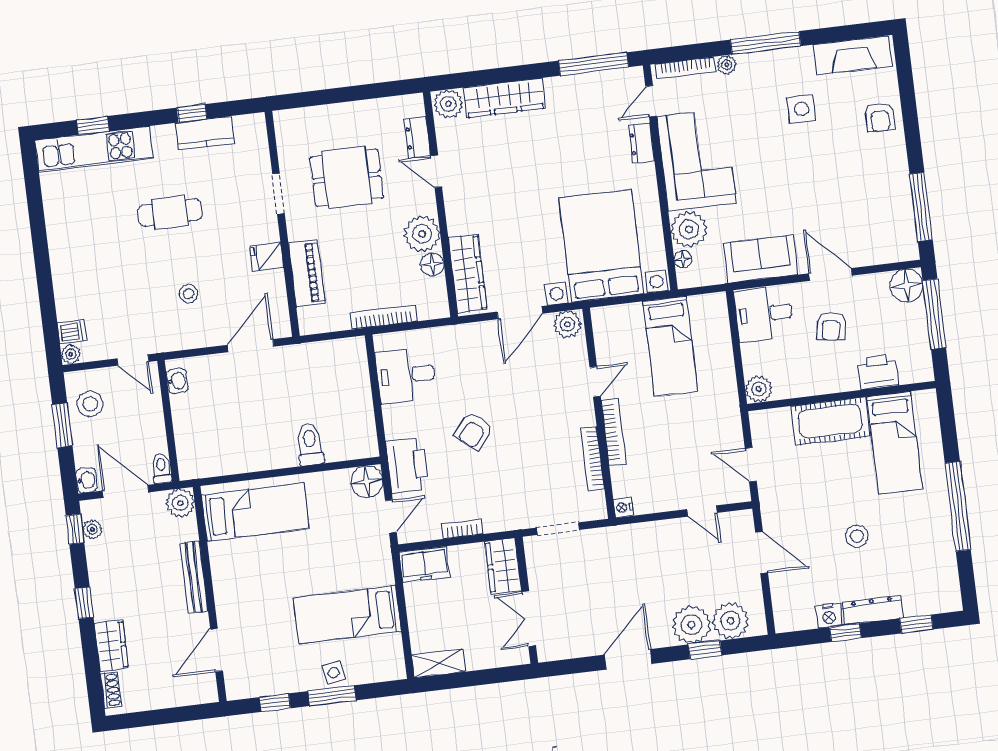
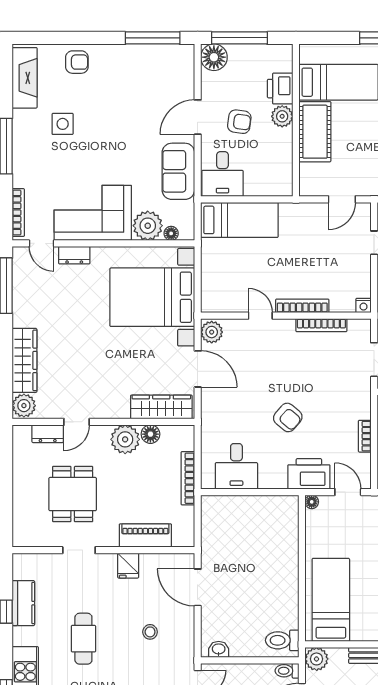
plant: (727, 65) -> (20, 179), removed
bed: (670, 346) -> (239, 220), moved
plant: (759, 389) -> (282, 116), moved
toilet: (310, 444) -> (282, 640), moved
floor lamp: (367, 482) -> (312, 502), width x0.53, depth x0.53

